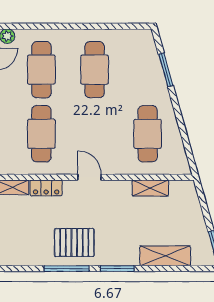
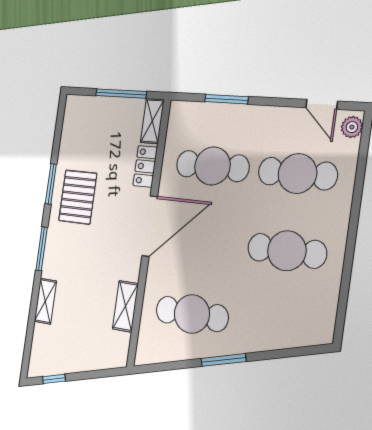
window: (166, 70) -> (223, 360), moved
door: (89, 177) -> (150, 226), width x1.88
shelving: (165, 256) -> (45, 301), width x0.67, depth x0.75
window: (66, 269) -> (51, 184), width x0.69

